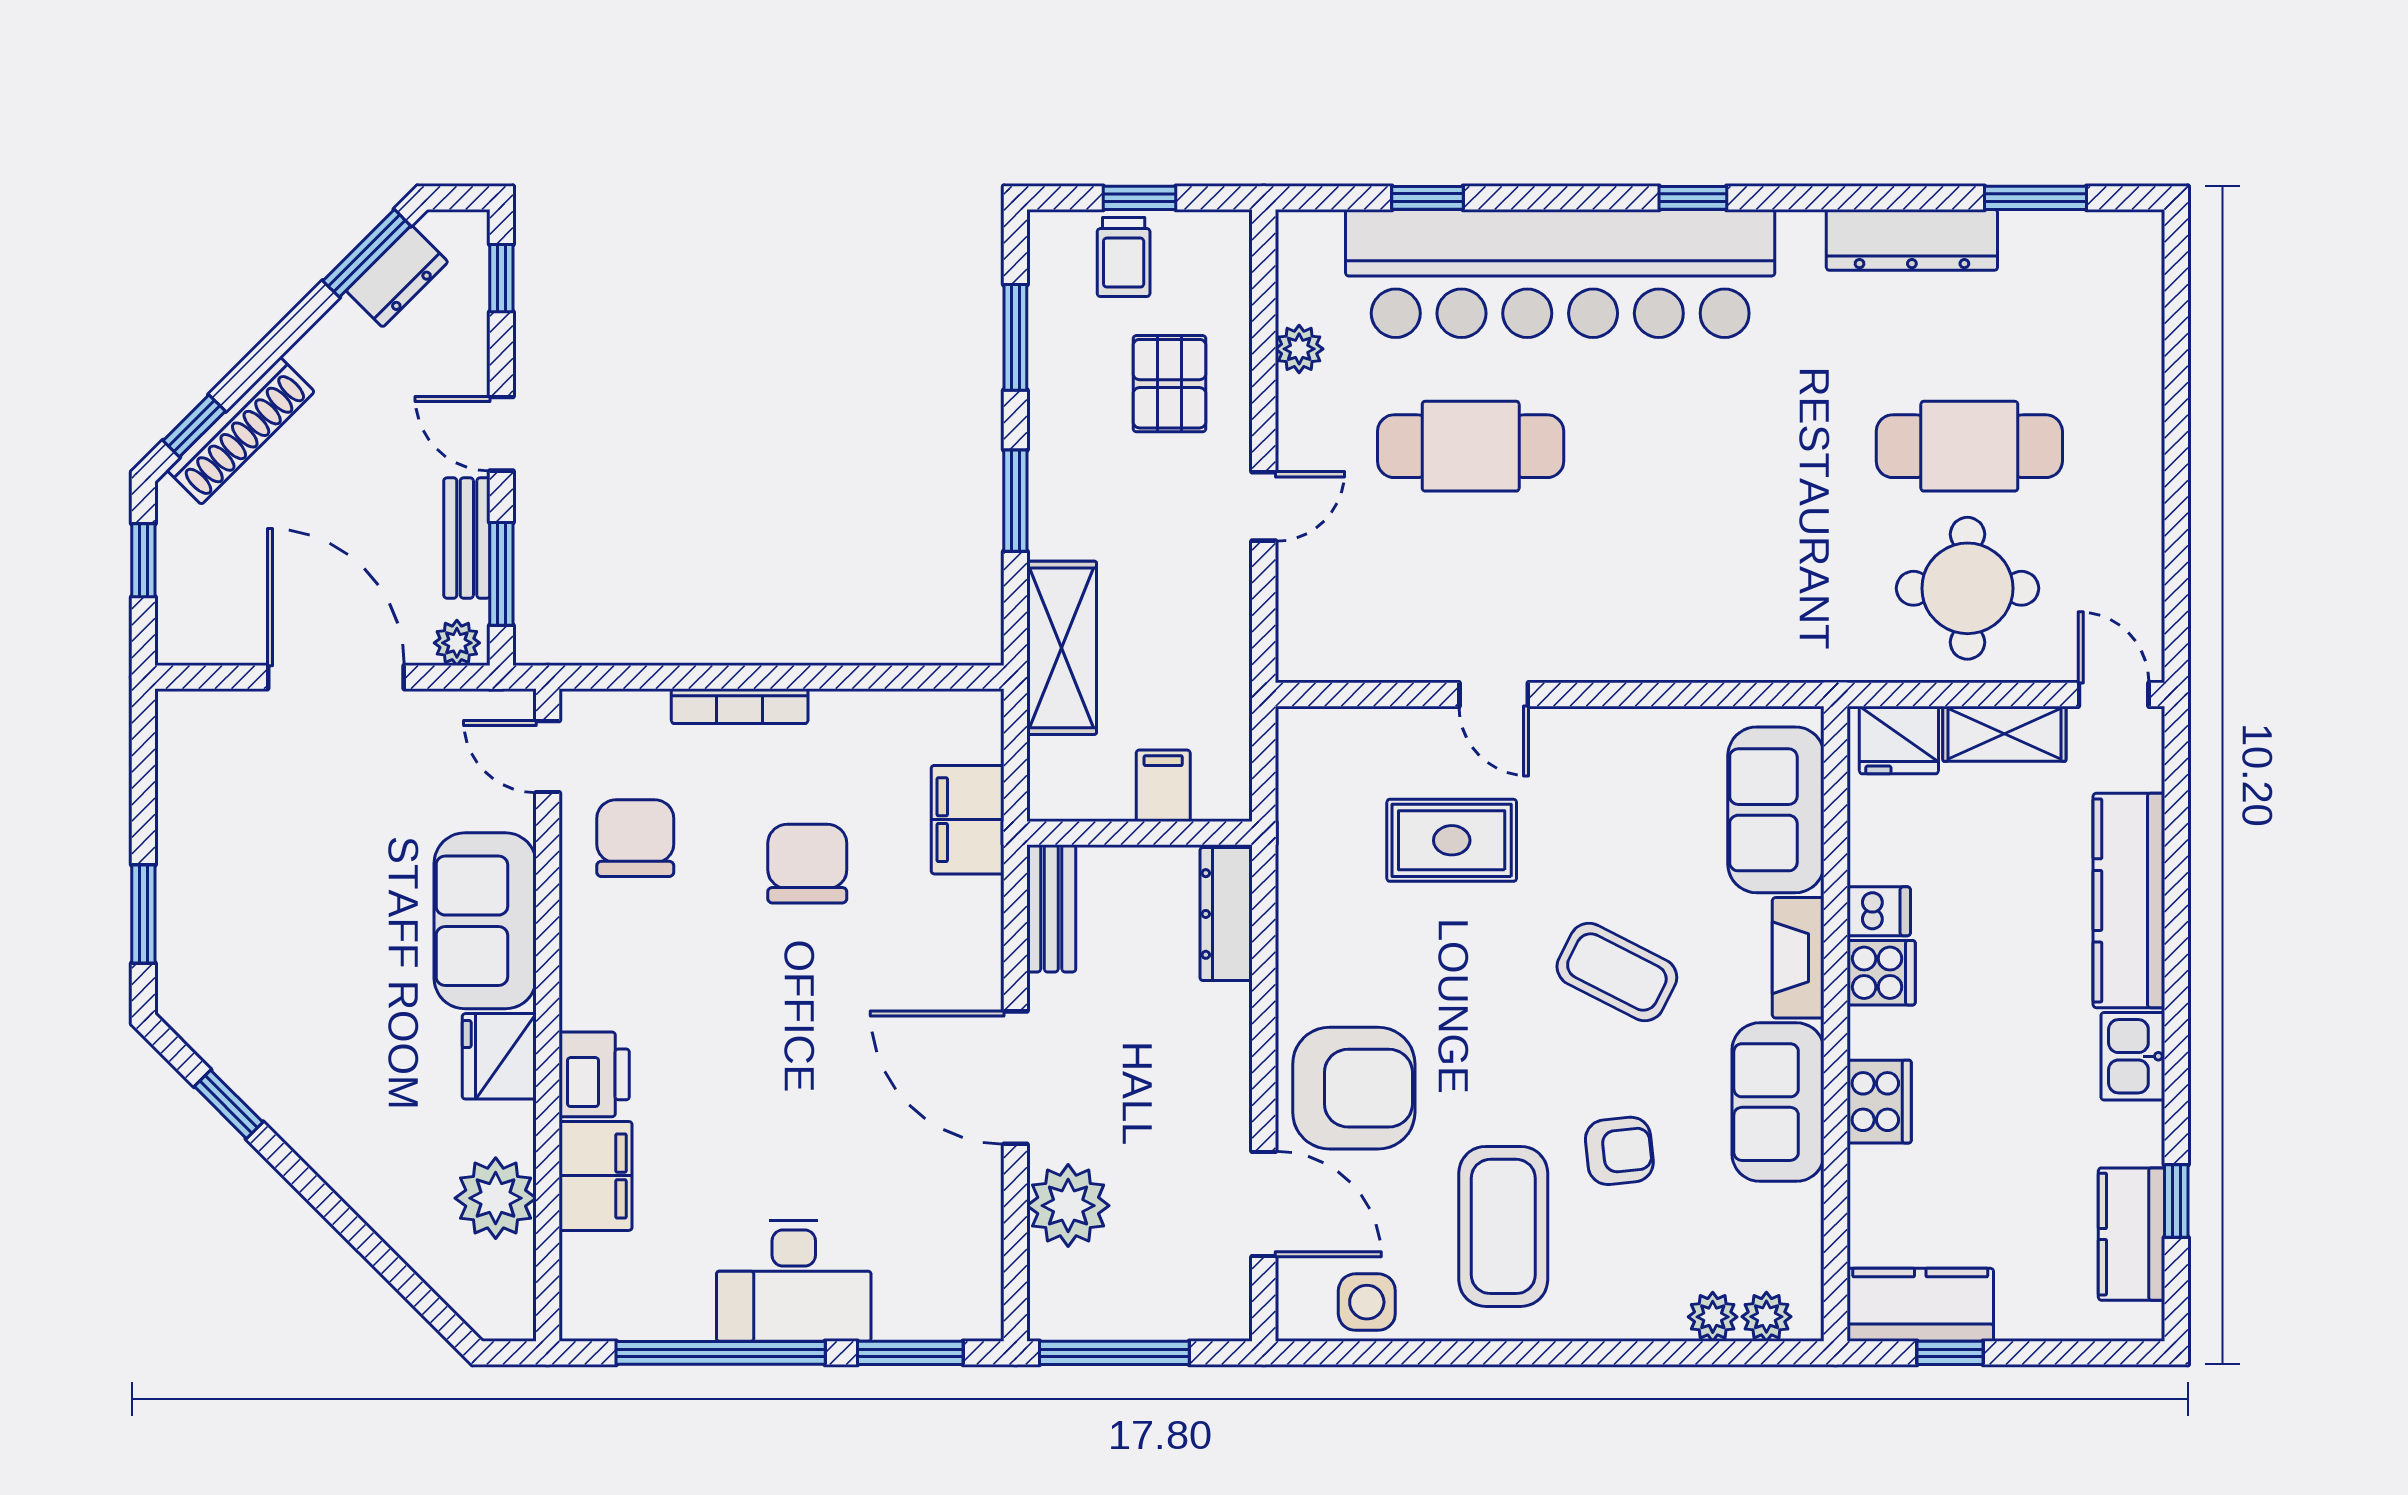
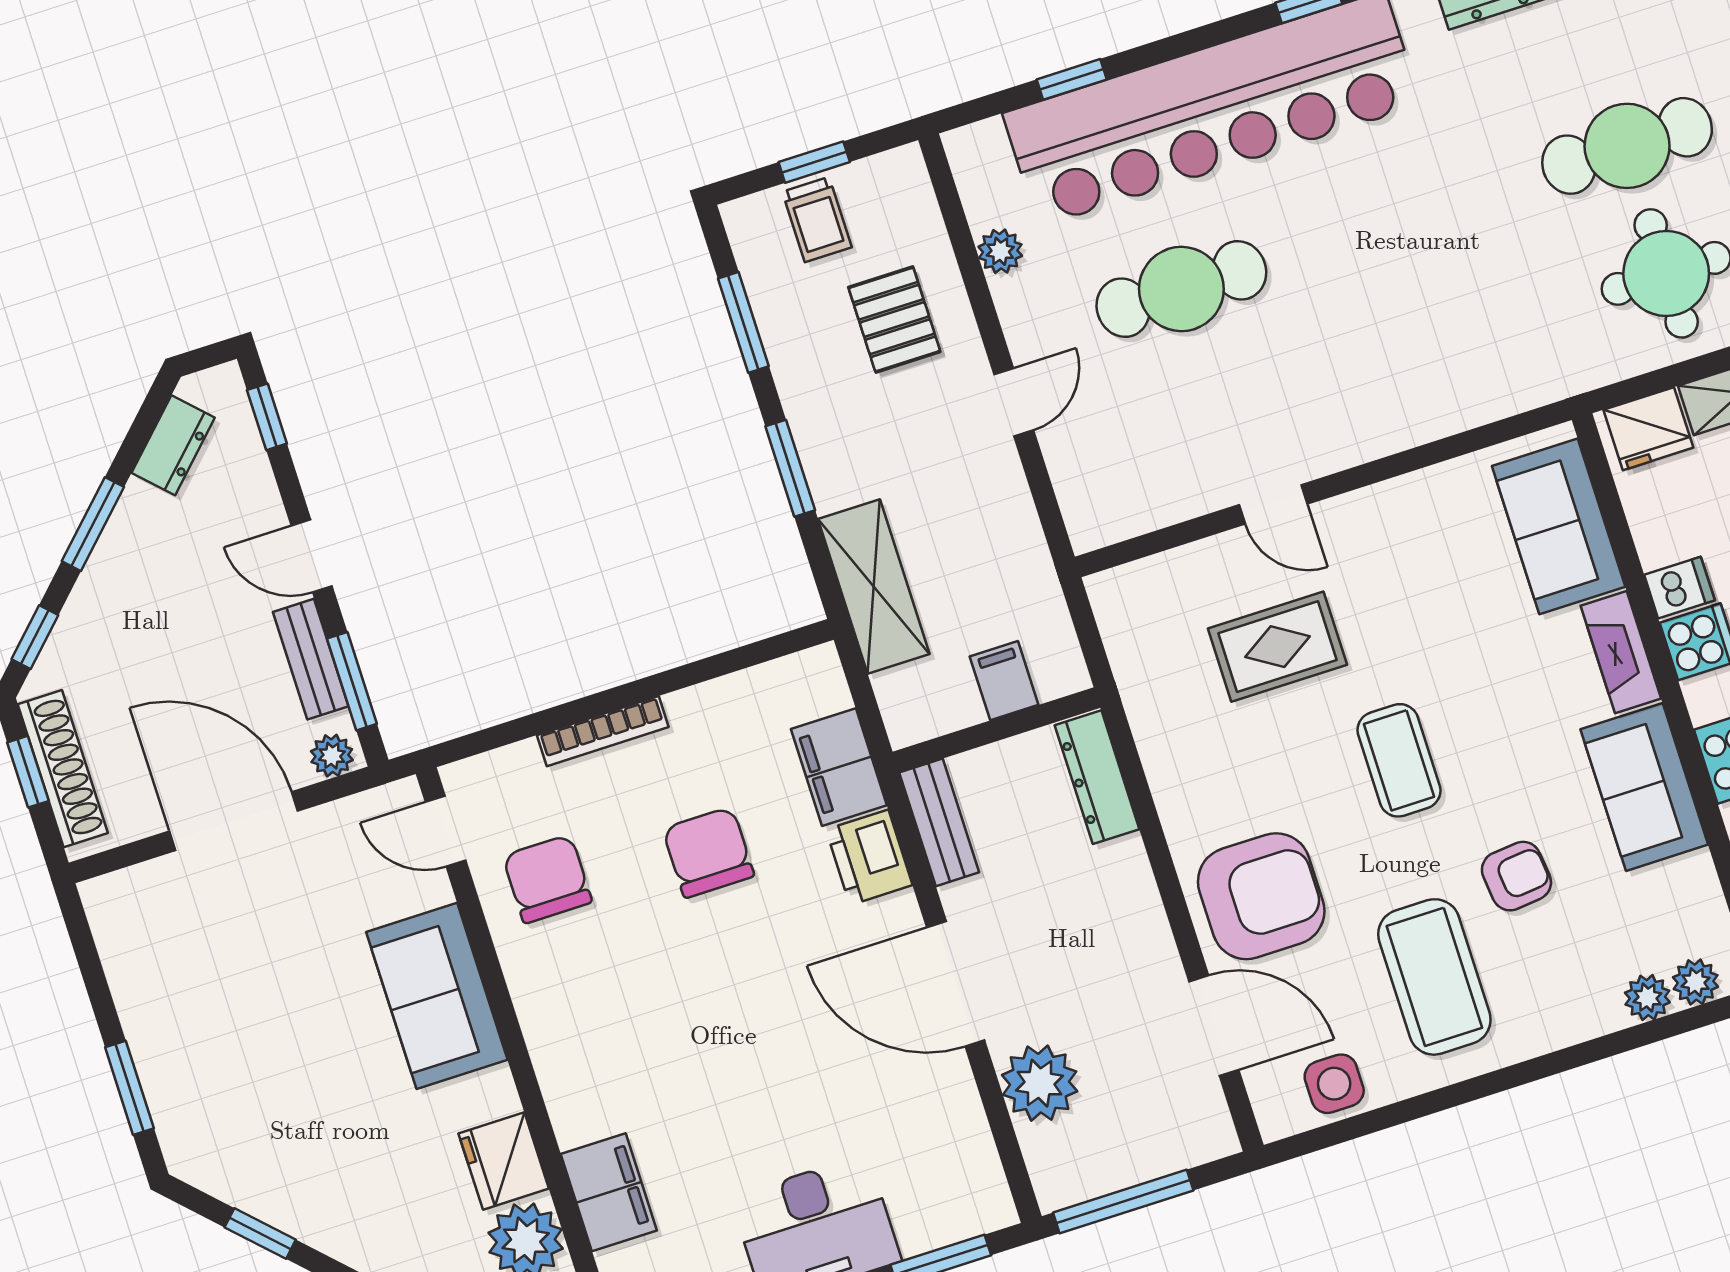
window: (367, 253) -> (93, 524), moved
shoe rack: (241, 431) -> (63, 769), moved, turned -45
coffee table: (1617, 972) -> (1399, 760), moved, turned 63
fridge: (499, 1056) -> (504, 1161), moved
printer: (594, 1074) -> (869, 857), moved, turned 180

